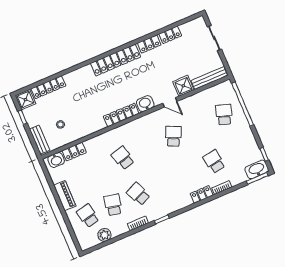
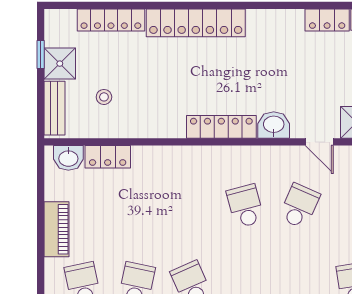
locker: (116, 60) -> (196, 23), moved
shower: (25, 100) -> (60, 64), moved
school desk: (123, 158) -> (245, 206), moved

